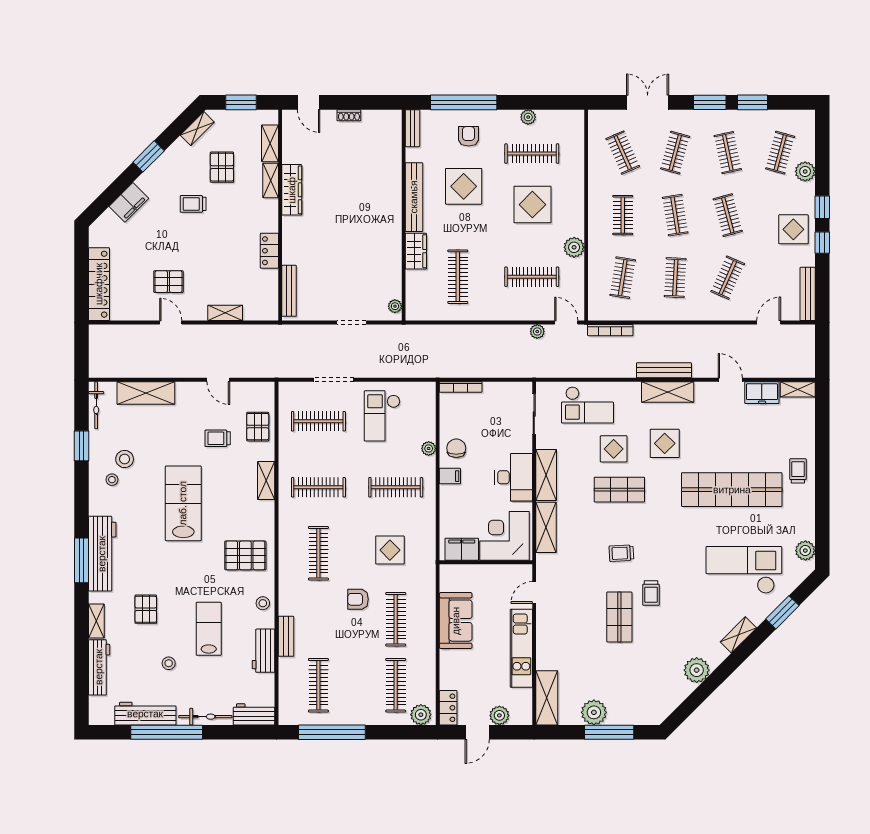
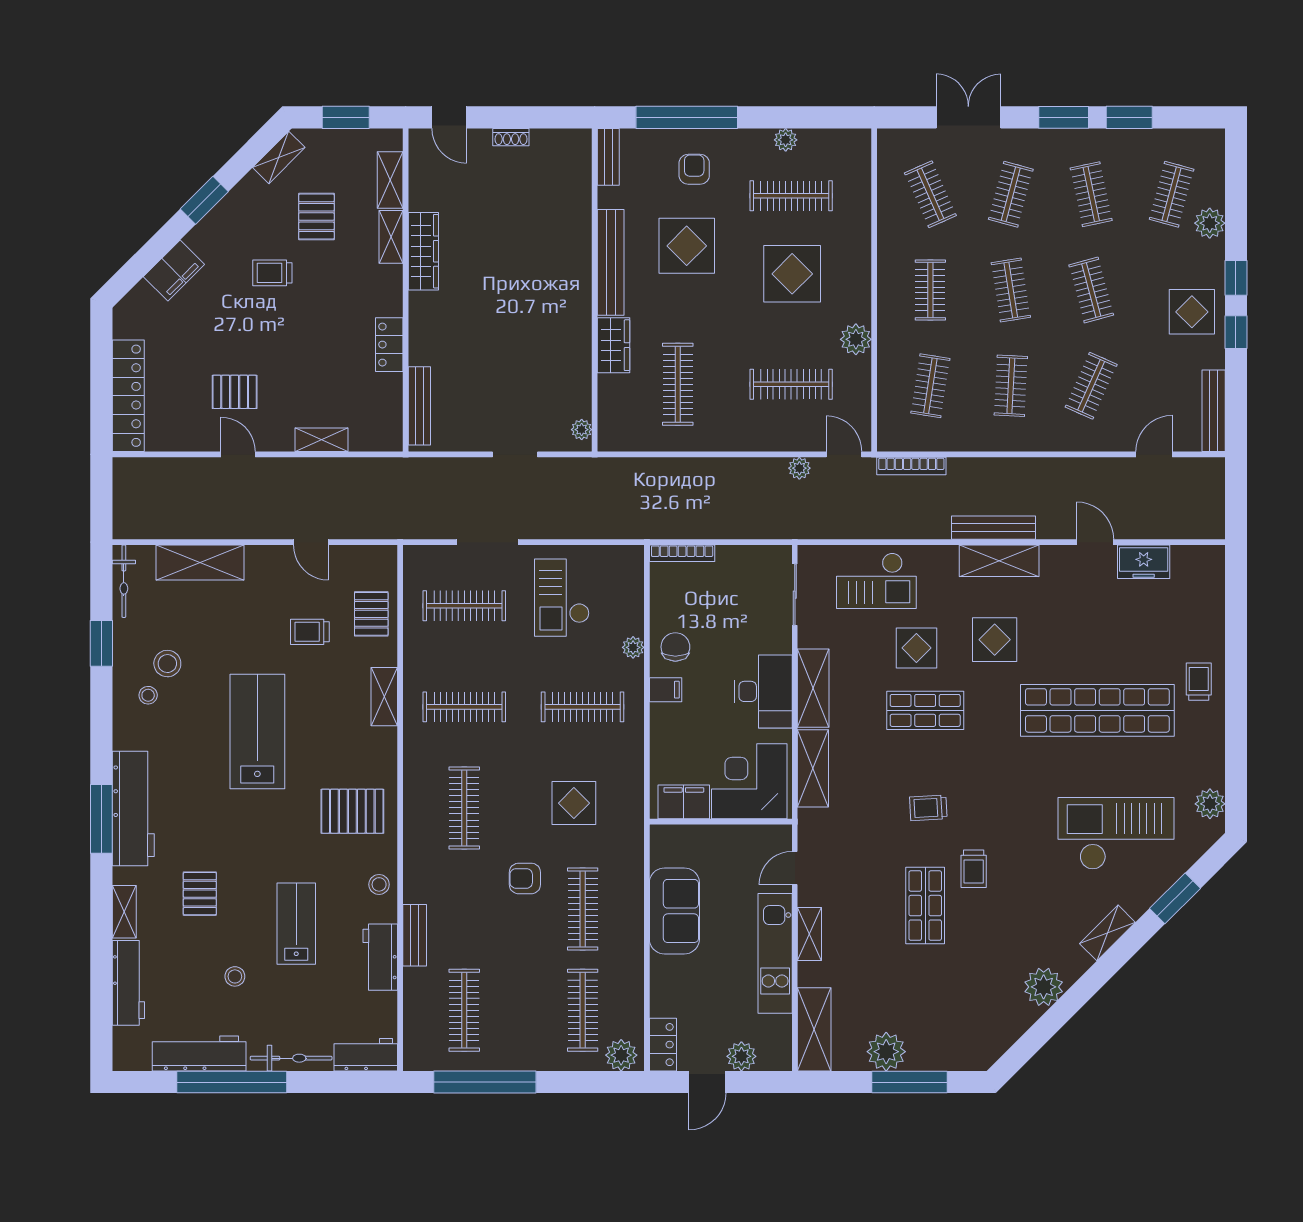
shelving: (798, 389) -> (809, 934), moved, turned 90

